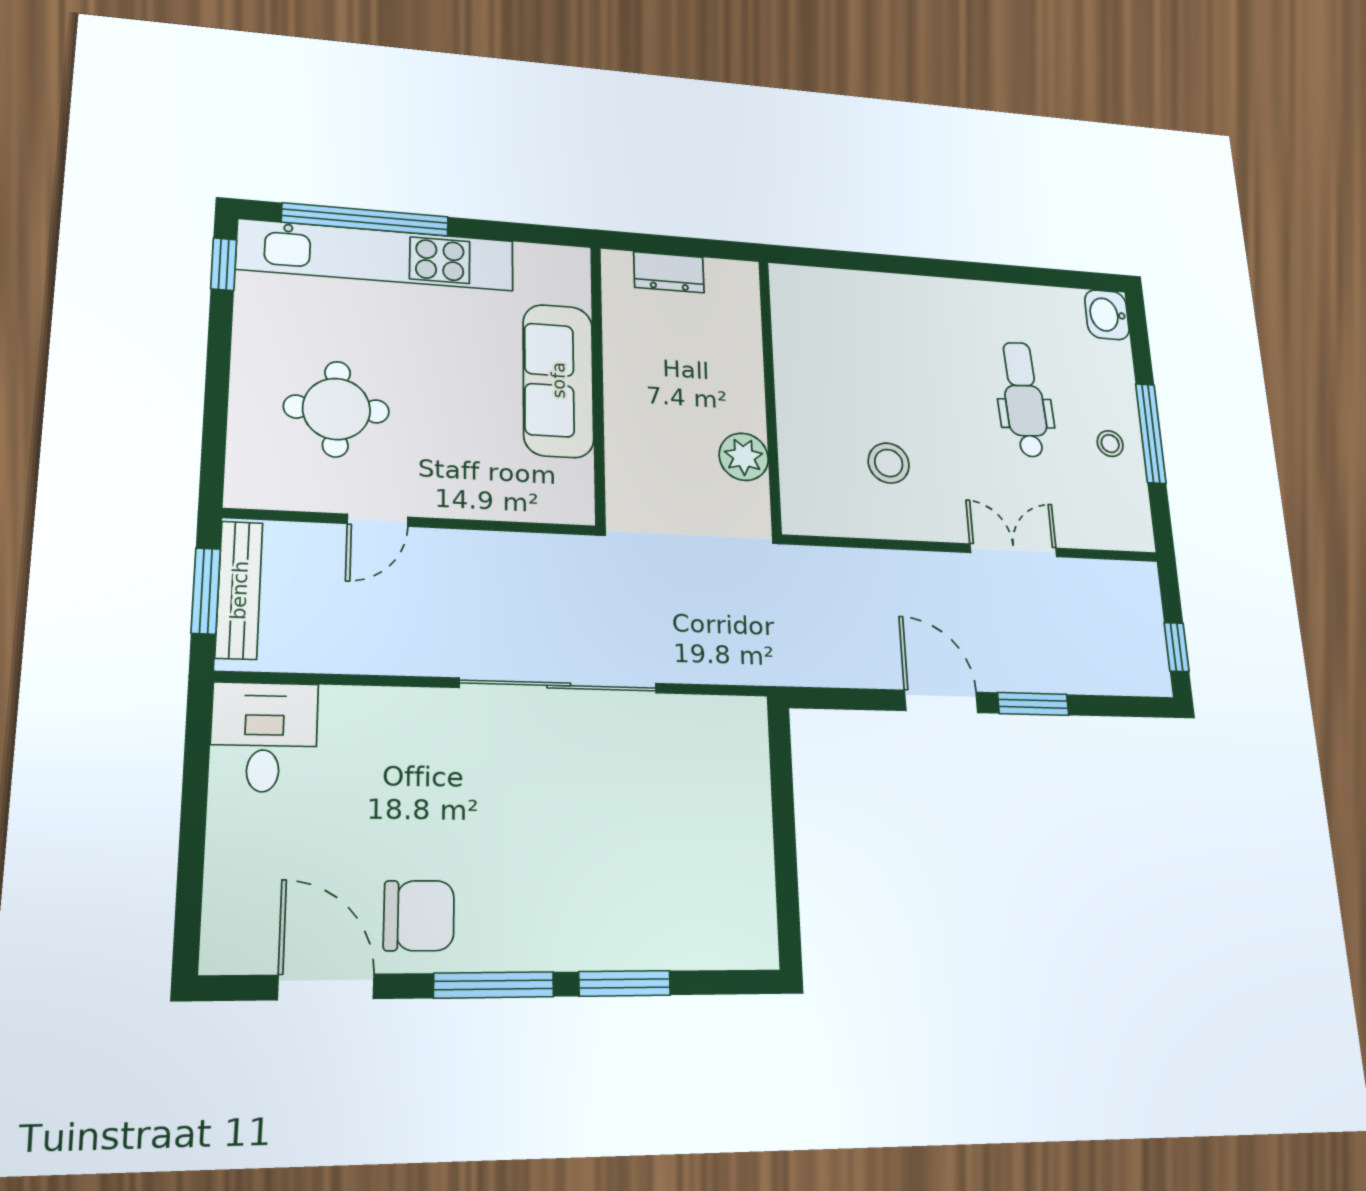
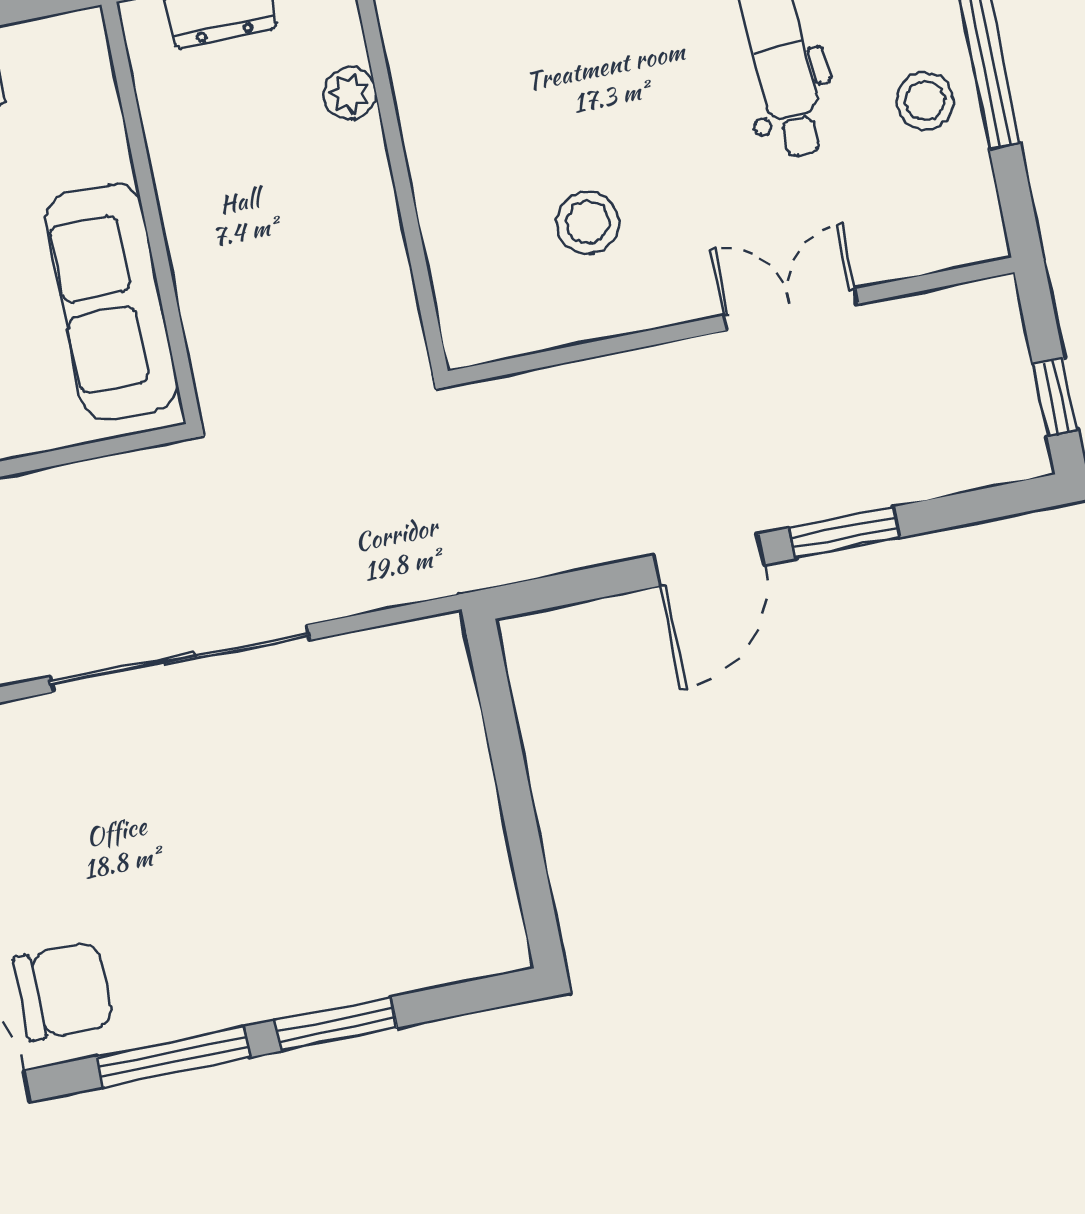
sofa: (558, 380) -> (111, 302), moved
stool: (1110, 444) -> (925, 101), width x1.37, depth x1.37
plant: (744, 457) -> (350, 93), moved, width x0.73, depth x0.73
door: (941, 701) -> (709, 560), swing flipped

